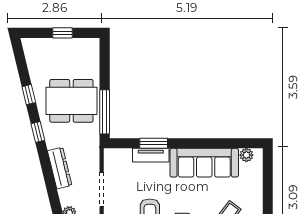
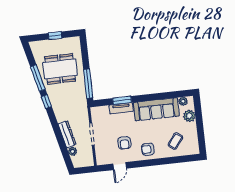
window: (29, 95) -> (38, 78), width x2.17
dining table: (71, 101) -> (60, 69), moved
dresser: (60, 168) -> (67, 134), moved
plant: (254, 178) -> (189, 116), added

